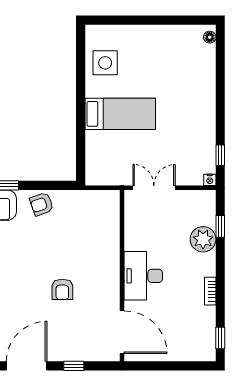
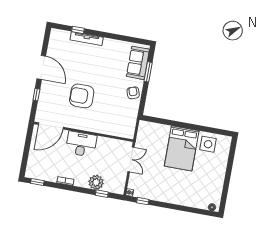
bed: (120, 114) -> (182, 148), width x1.50
armchair: (62, 289) -> (82, 96), width x1.88, depth x1.88

